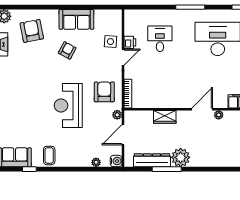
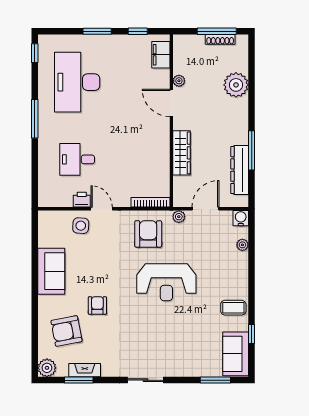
armchair: (67, 50) -> (97, 305), moved, turned 62
armchair: (104, 92) -> (148, 234), turned 90
wardrobe: (165, 117) -> (182, 153), width x1.50
door: (123, 135) -> (206, 209), swing flipped
plant: (181, 157) -> (236, 85), moved

